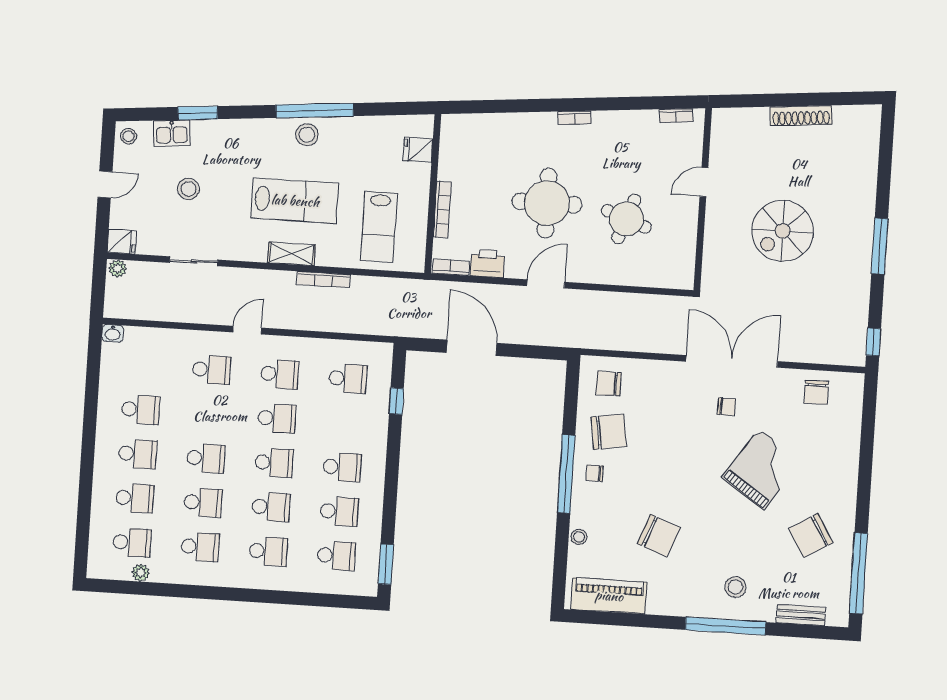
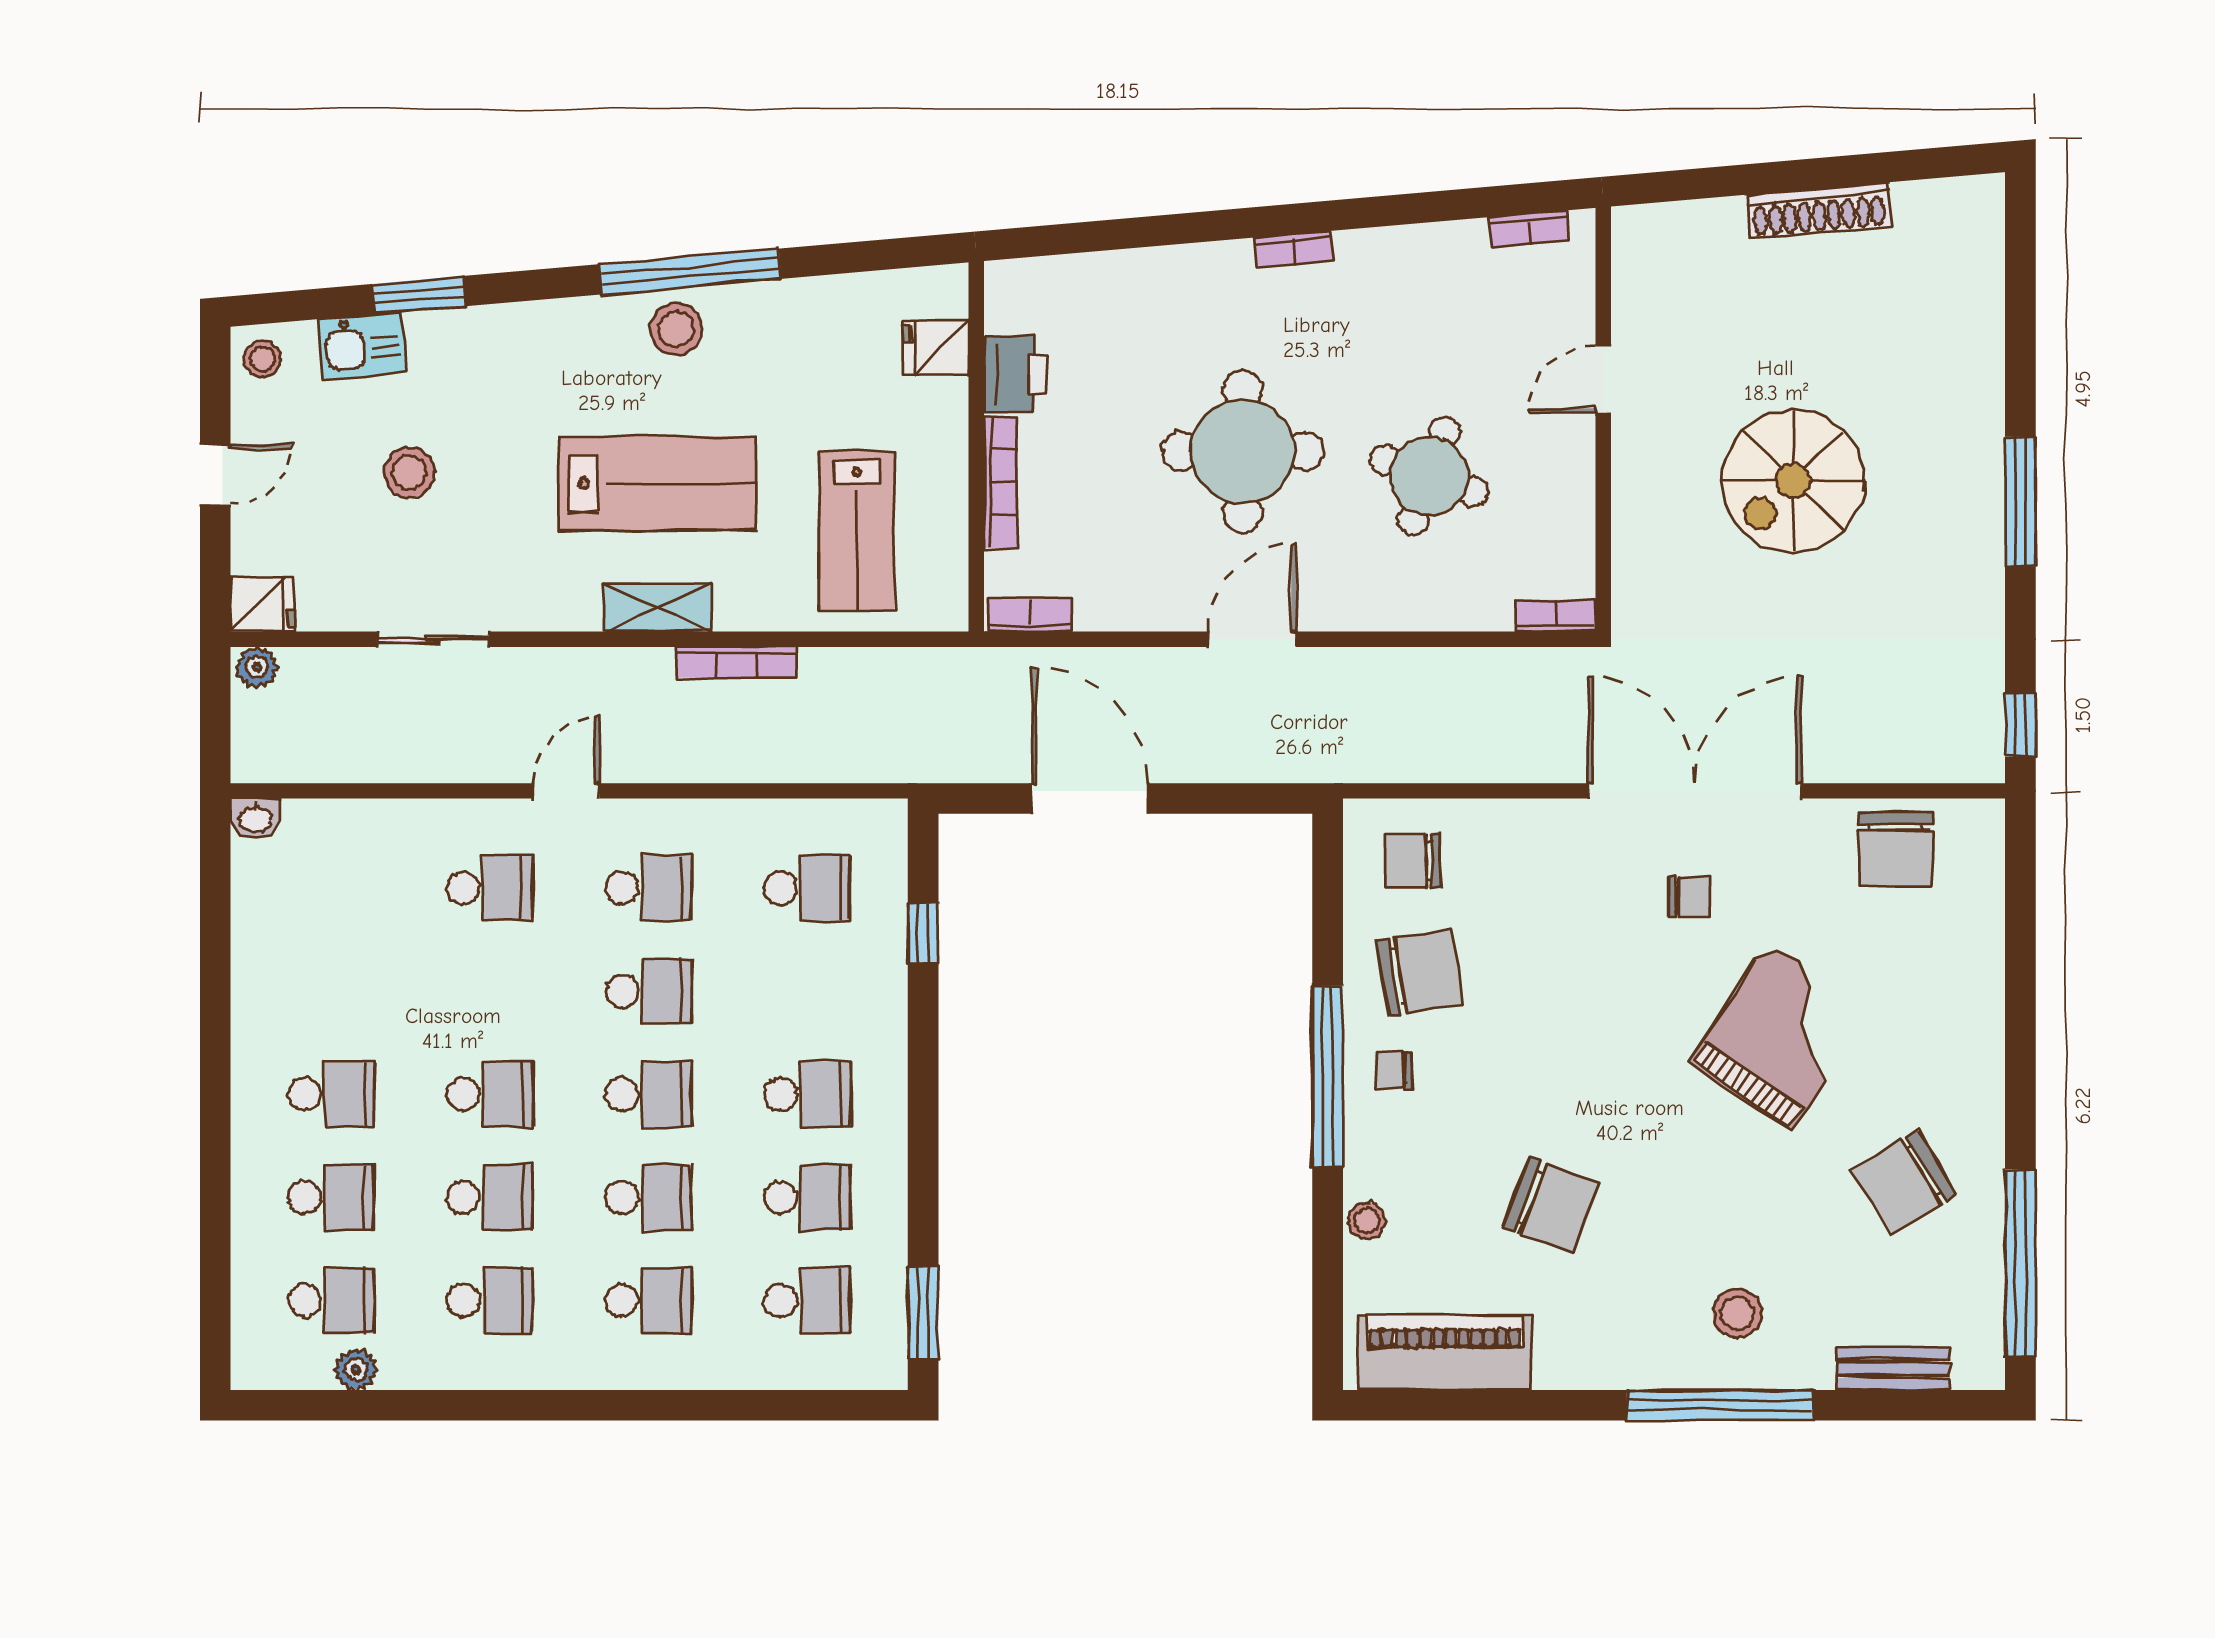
printer: (487, 263) -> (1015, 374), moved, turned 90
bookcase: (677, 282) -> (1556, 616), added
chair: (816, 392) -> (1896, 849), width x1.37, depth x1.37
school desk: (140, 410) -> (331, 991), removed

